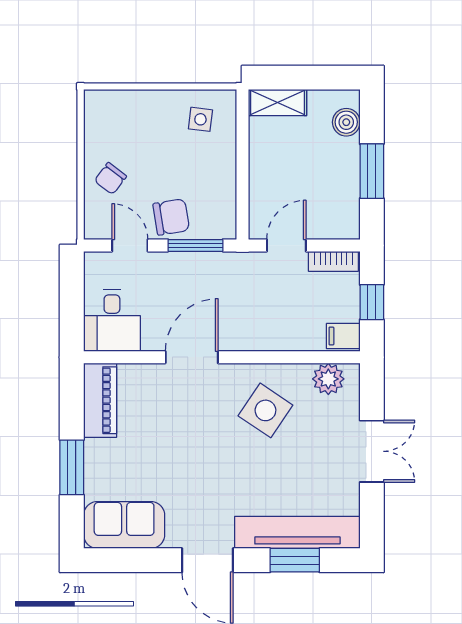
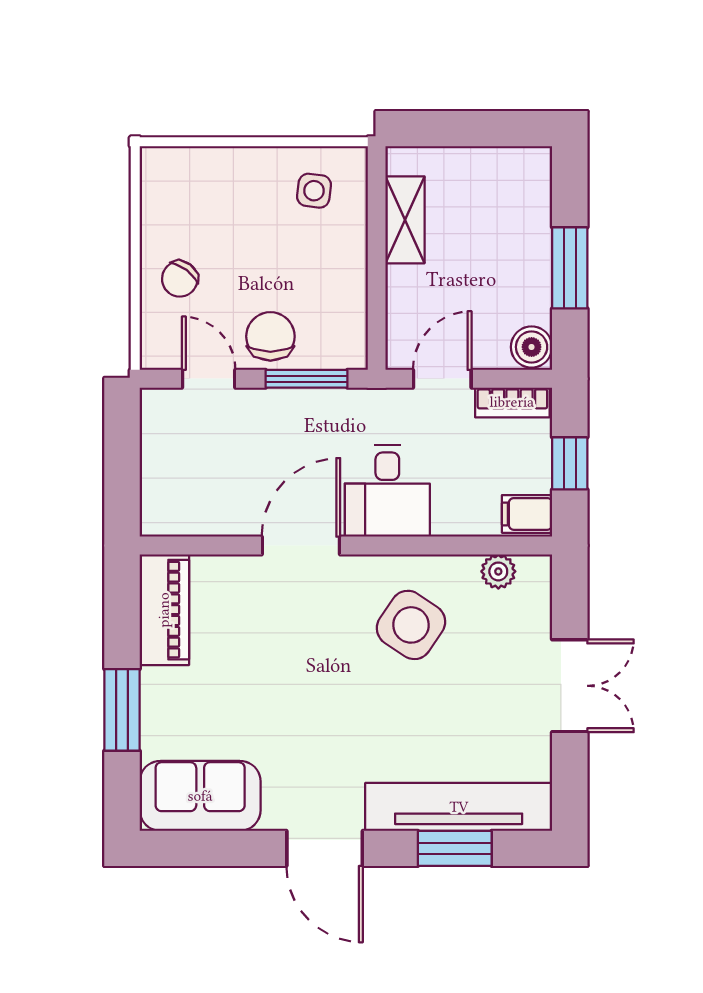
shelving: (277, 103) -> (405, 220), moved, turned 90
boiler: (346, 122) -> (532, 347), moved
chair: (171, 217) -> (270, 336), turned -81
desk: (112, 321) -> (387, 491), moved
plant: (328, 379) -> (498, 571), width x0.73, depth x0.73

